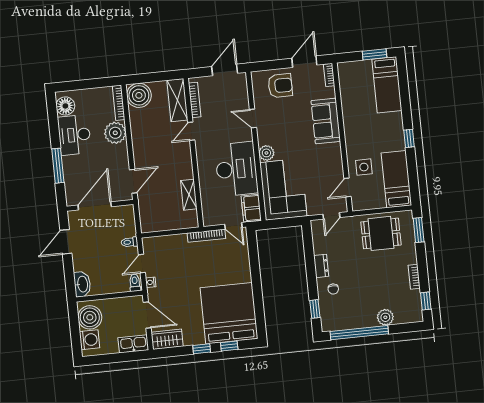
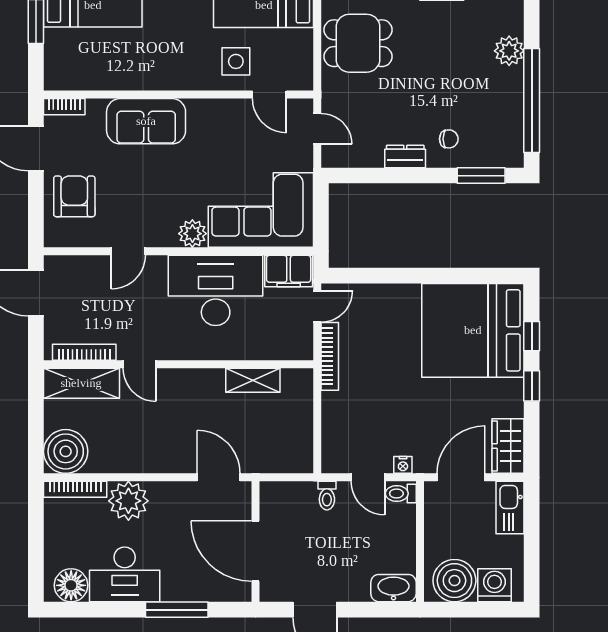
dining table: (381, 233) -> (358, 43), turned 90
window: (315, 309) -> (481, 176), width x1.50

